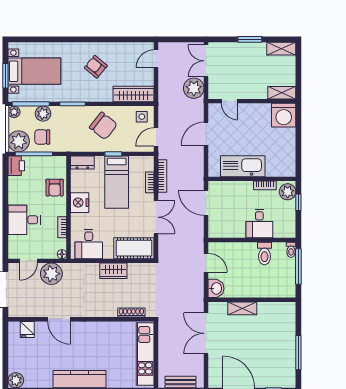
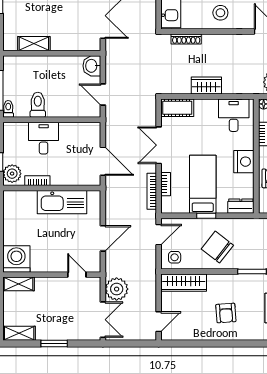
armchair: (96, 67) -> (226, 313), turned 46
cot: (134, 248) -> (177, 108), width x0.73, depth x0.75
shelving: (242, 308) -> (34, 44), moved
stool: (101, 336) -> (220, 13), added

